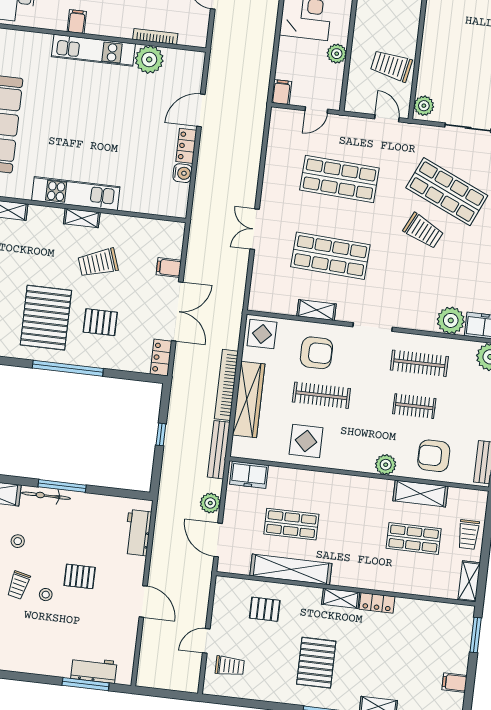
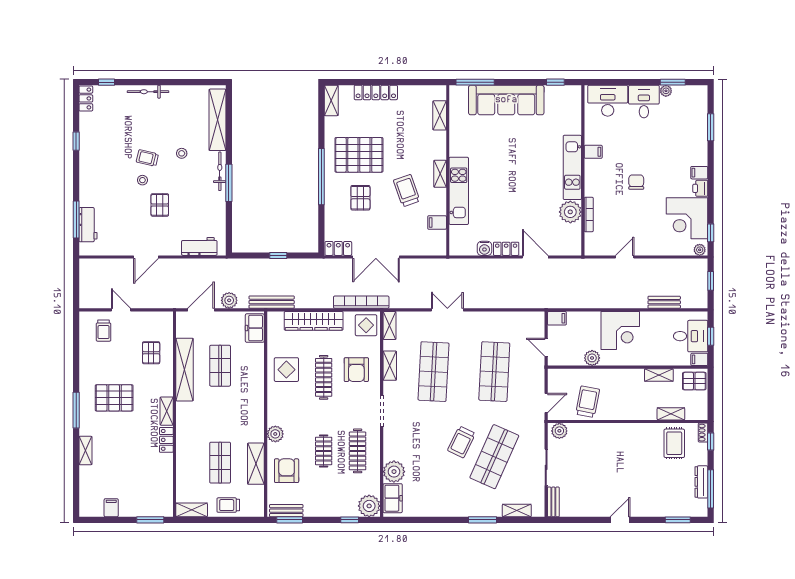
kitchen unit: (76, 194) -> (459, 191), moved
filing cabinet: (169, 268) -> (437, 223), moved, turned -90
shelving: (266, 304) -> (390, 326), added
bookcase: (226, 385) -> (361, 302), moved

